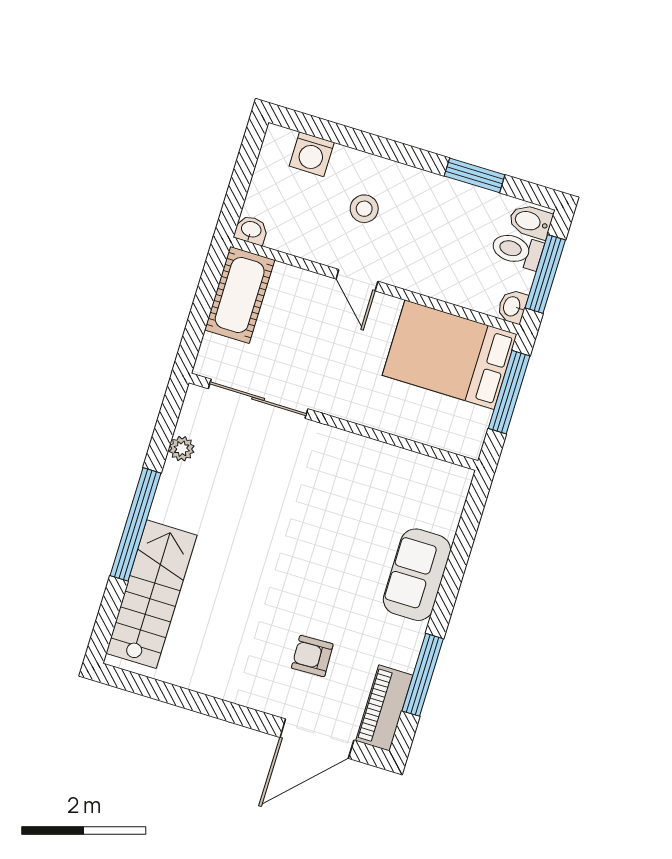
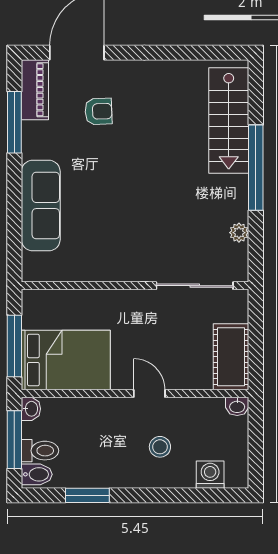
sofa: (417, 575) -> (41, 206), width x1.36

